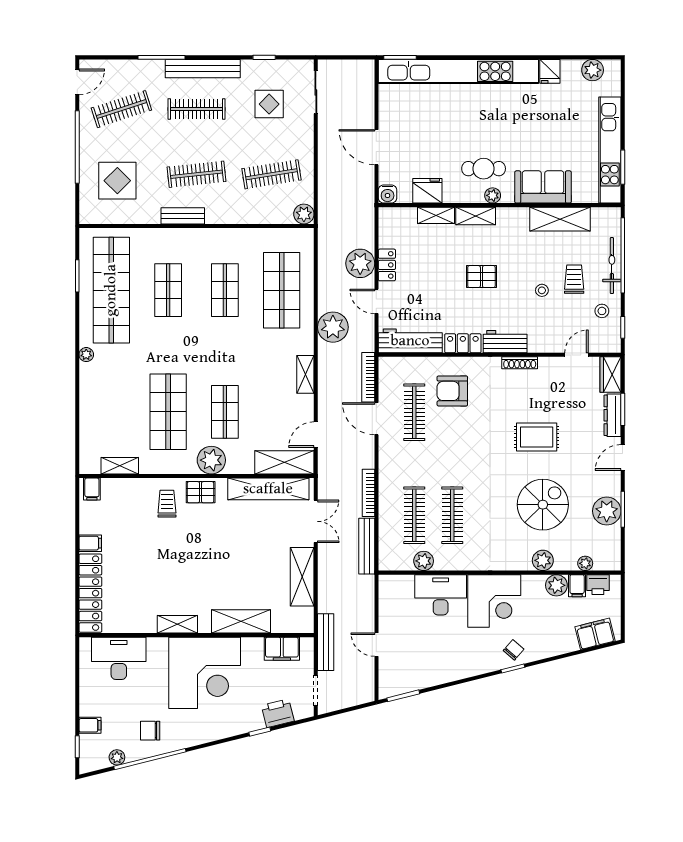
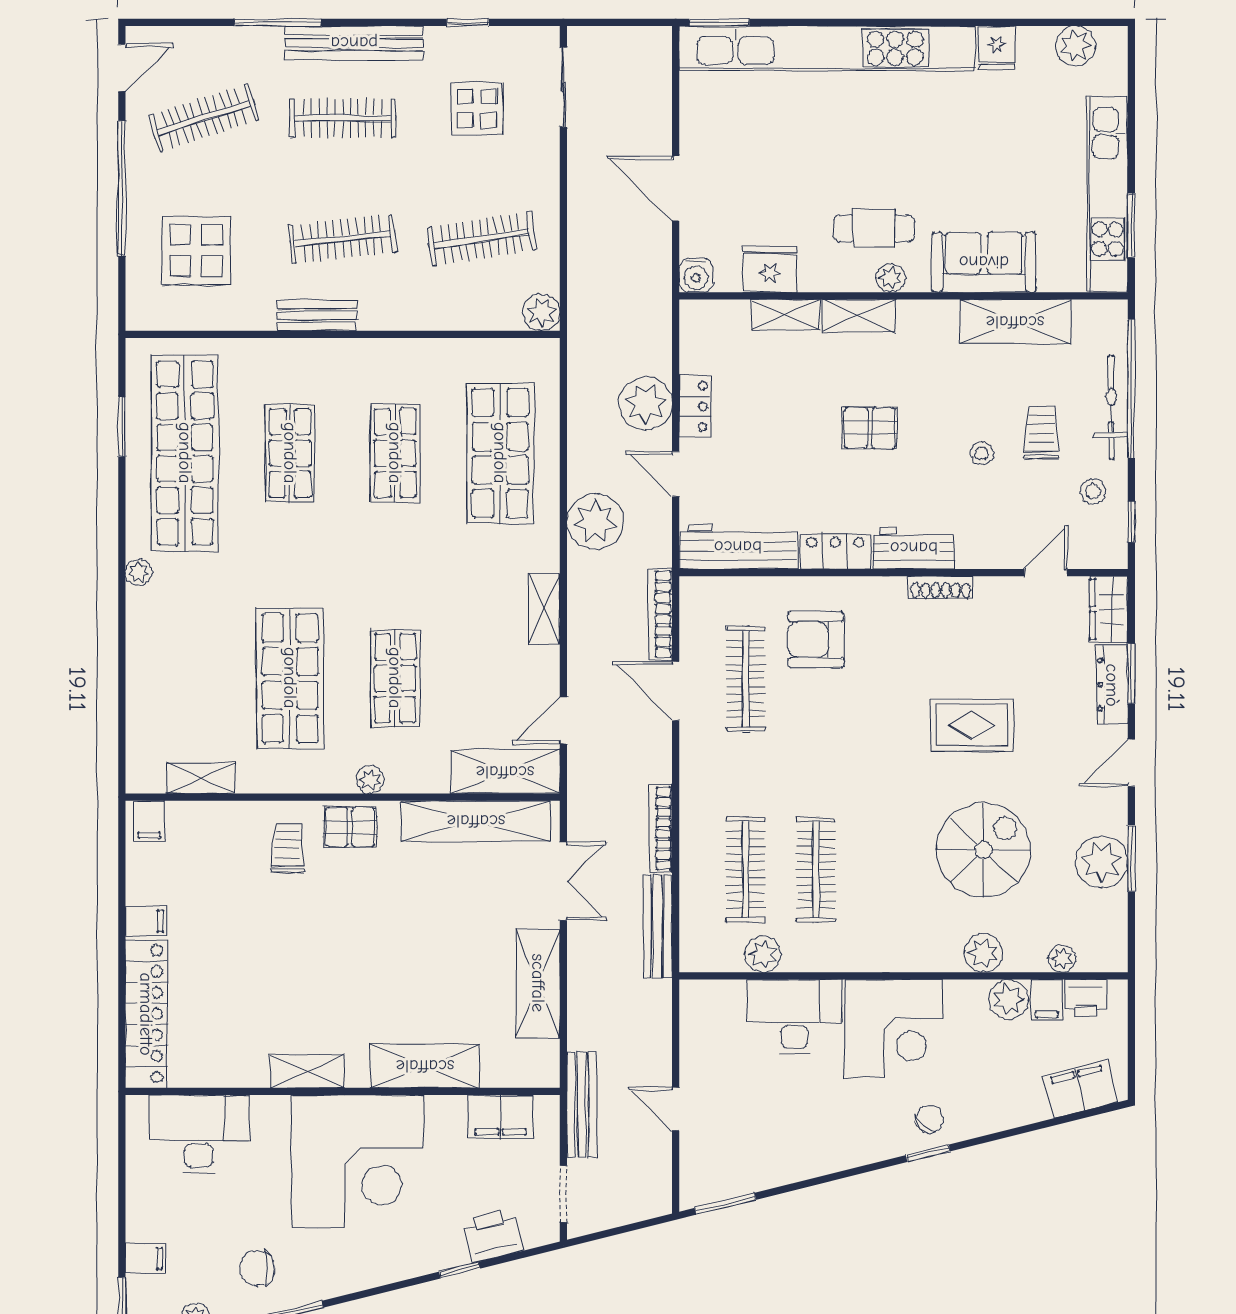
plant: (211, 460) -> (370, 780), width x0.53, depth x0.53

